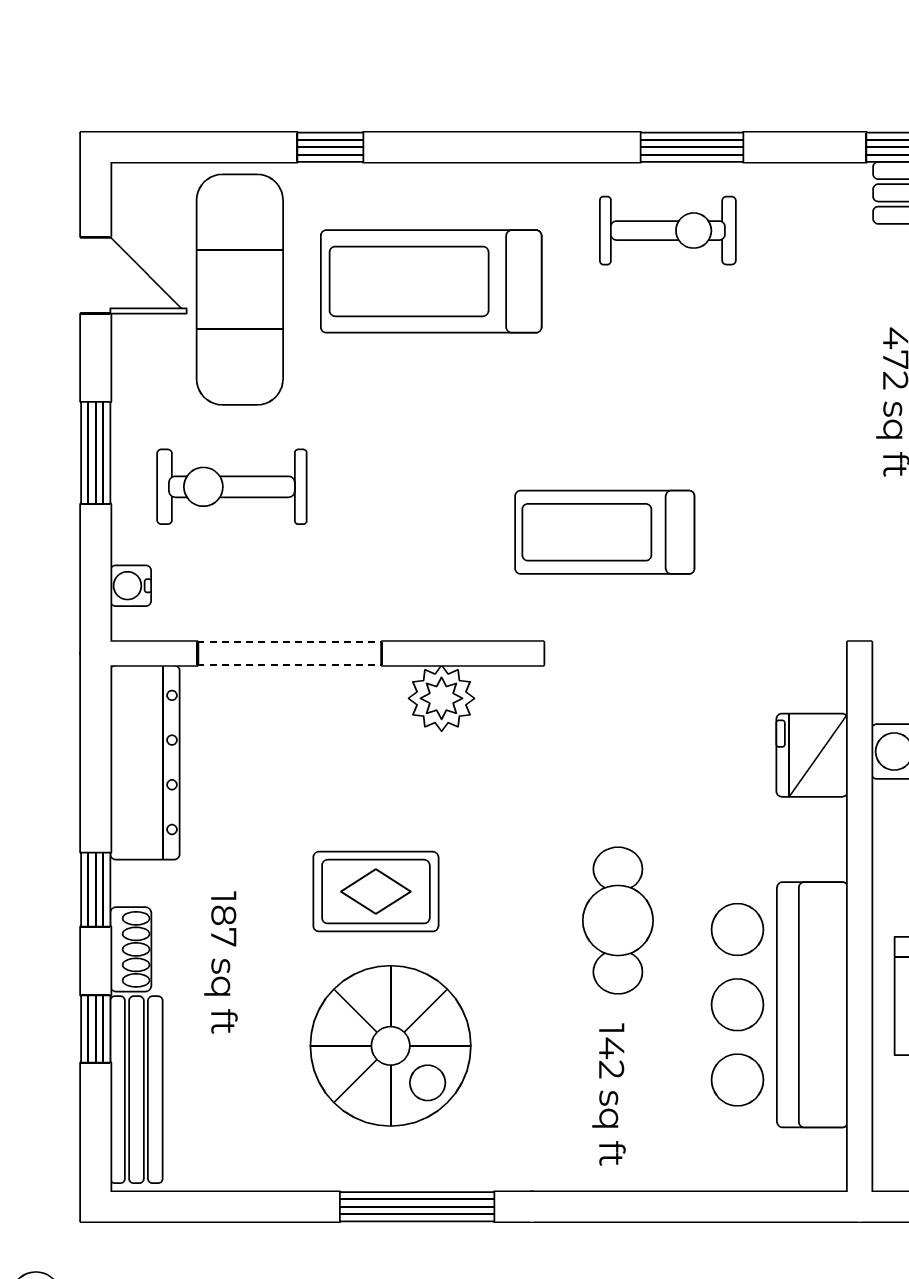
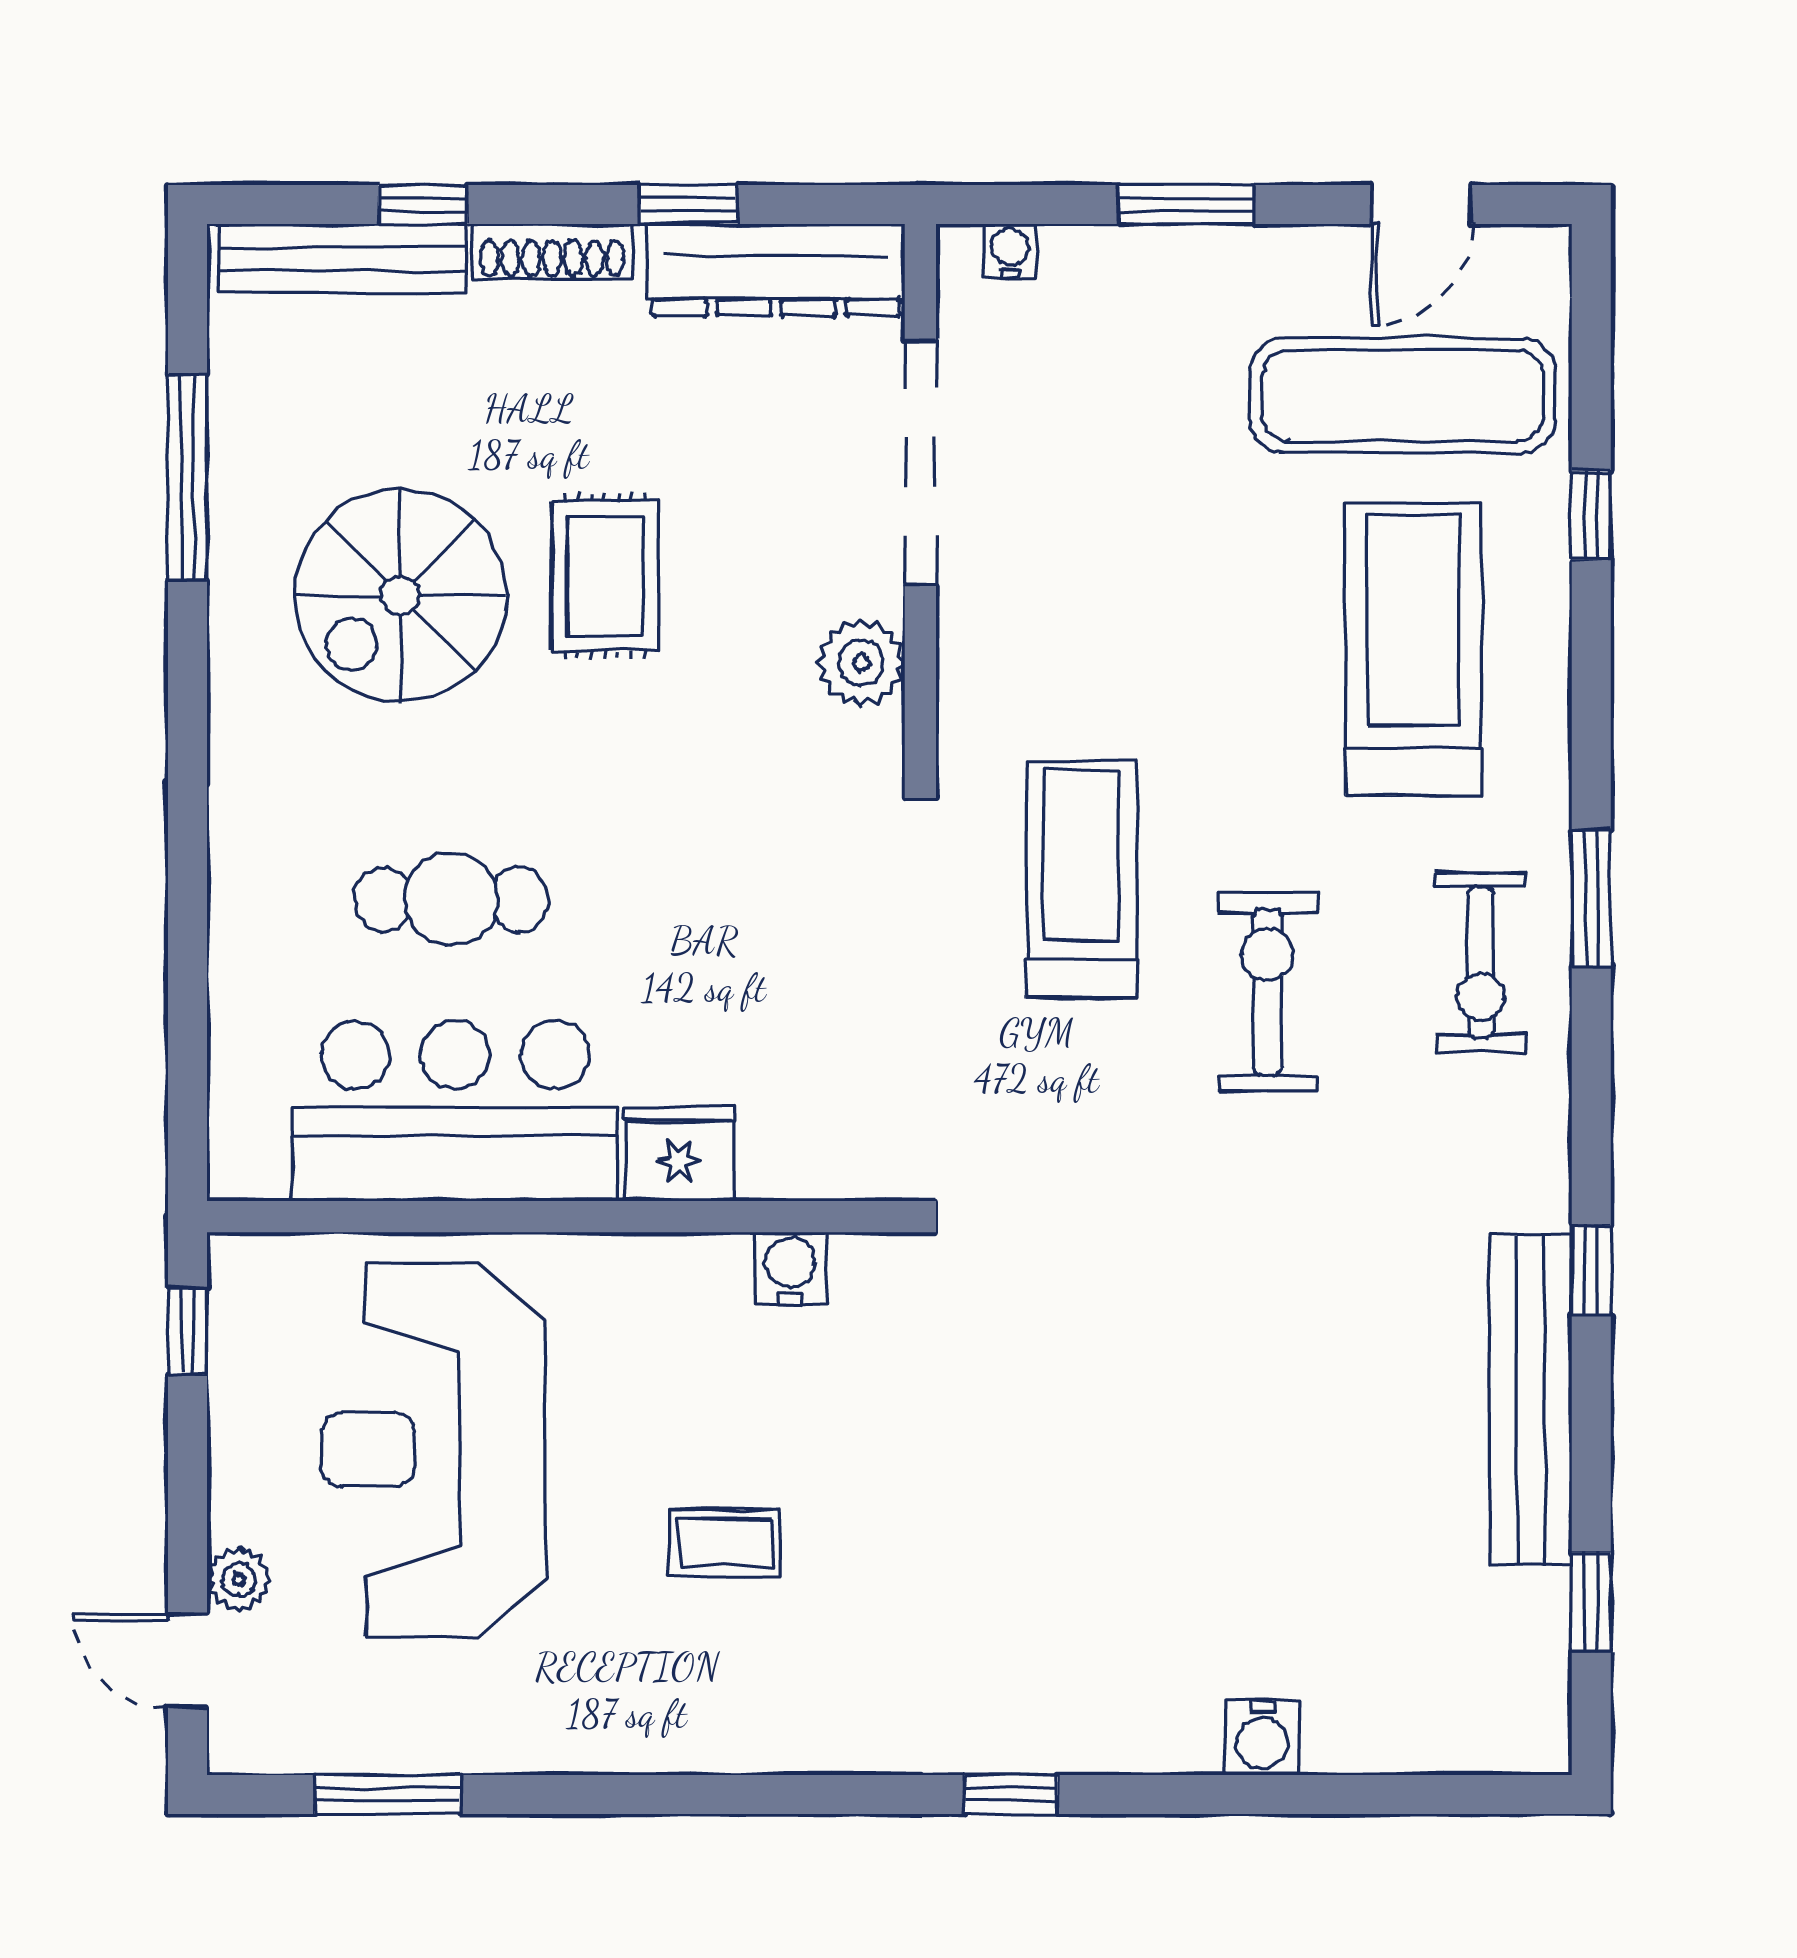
window: (692, 147) -> (1591, 898), moved
exercise bike: (232, 487) -> (1268, 992), moved
fridge: (812, 755) -> (679, 1154), moved
window: (96, 890) -> (689, 205), moved
cafe table: (618, 921) -> (451, 899), moved
shoe rack: (131, 949) -> (552, 251), width x1.43
window: (417, 1207) -> (188, 478), moved

